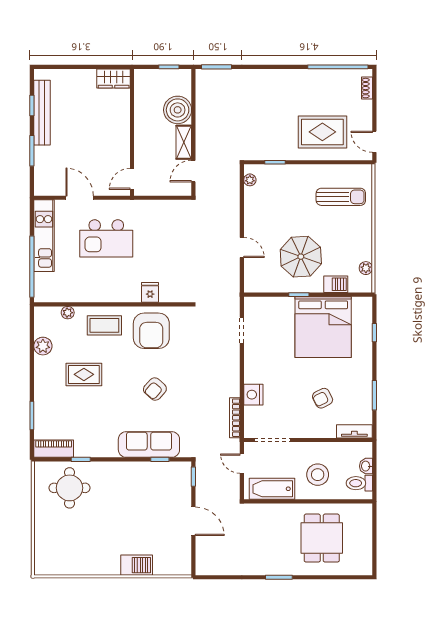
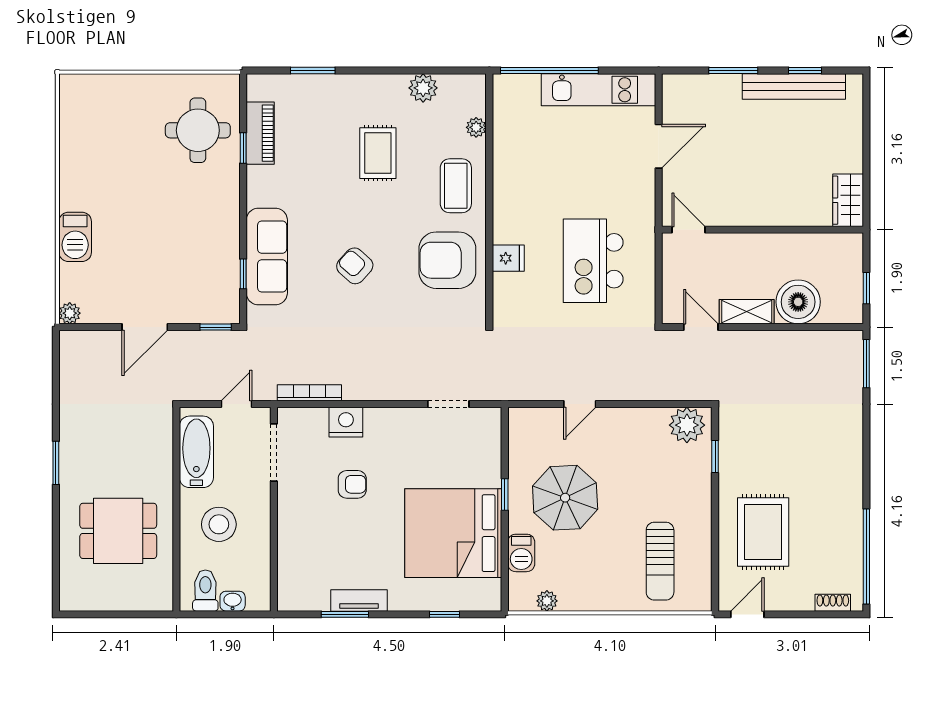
plant: (250, 180) -> (687, 425), width x1.88, depth x1.88
kitchen island: (106, 238) -> (593, 261), moved
armchair: (323, 398) -> (352, 484), moved, turned 117
tv unit: (354, 431) -> (359, 601), moved, turned -90
piano: (54, 449) -> (260, 133), moved
plant: (185, 569) -> (70, 313), added

